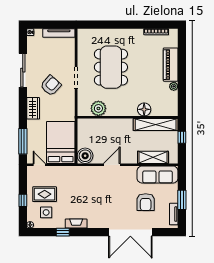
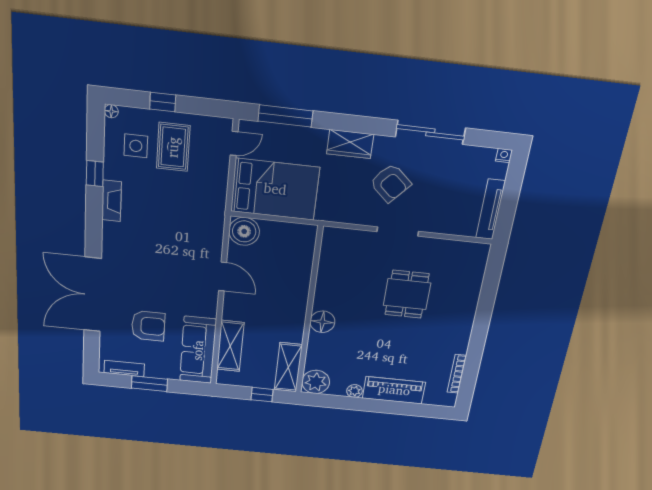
dining table: (111, 67) -> (407, 294), width x0.53, depth x0.80
plant: (98, 108) -> (316, 382), moved
floor lamp: (144, 109) -> (322, 322), moved
shelving: (156, 125) -> (288, 367), width x0.68
armchair: (146, 202) -> (148, 326), turned 180

